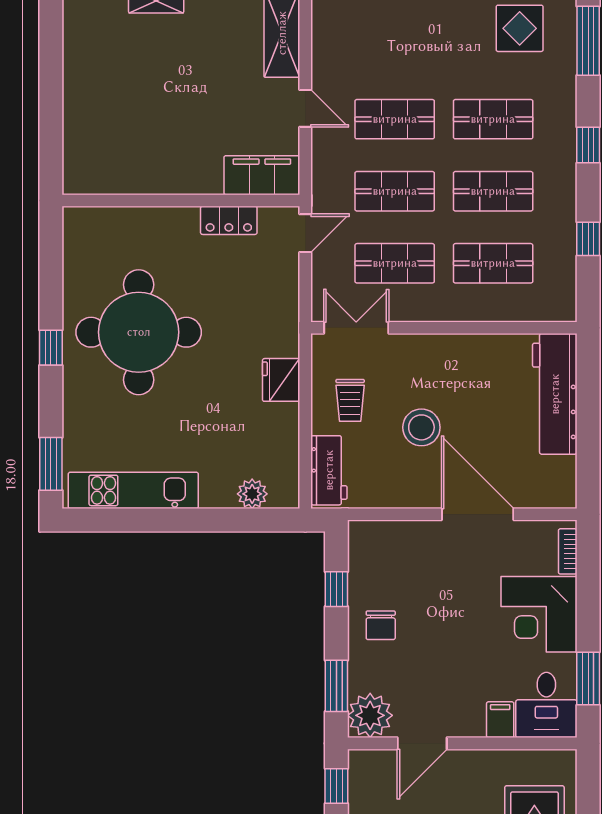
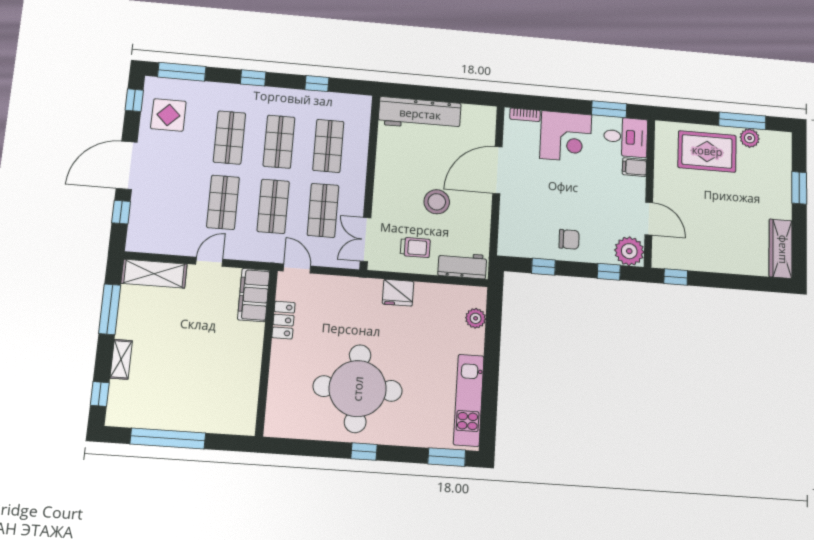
window: (51, 76) -> (168, 438), added
window: (336, 686) -> (609, 272), width x0.67

